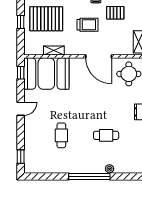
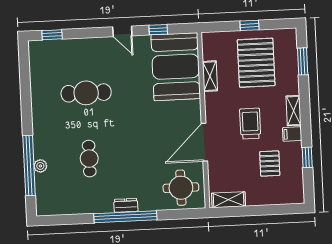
trolley: (87, 25) -> (250, 124), turned 180
window: (21, 73) -> (158, 30), moved
cafe table: (61, 135) -> (86, 93), width x1.37, depth x1.35
window: (89, 176) -> (29, 165), moved

